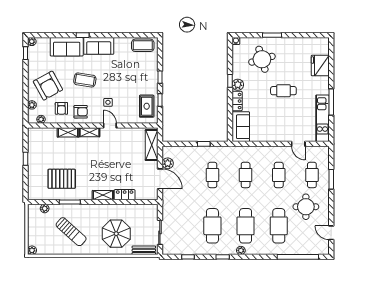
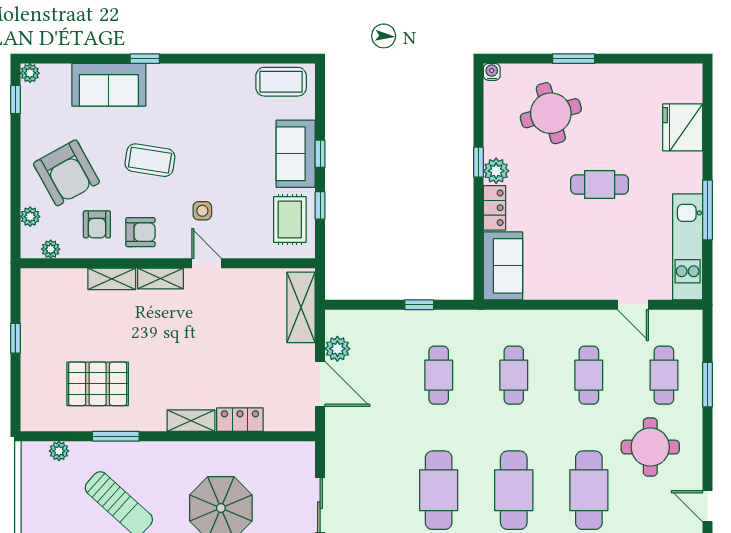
sofa: (99, 46) -> (296, 154), moved, turned 90

